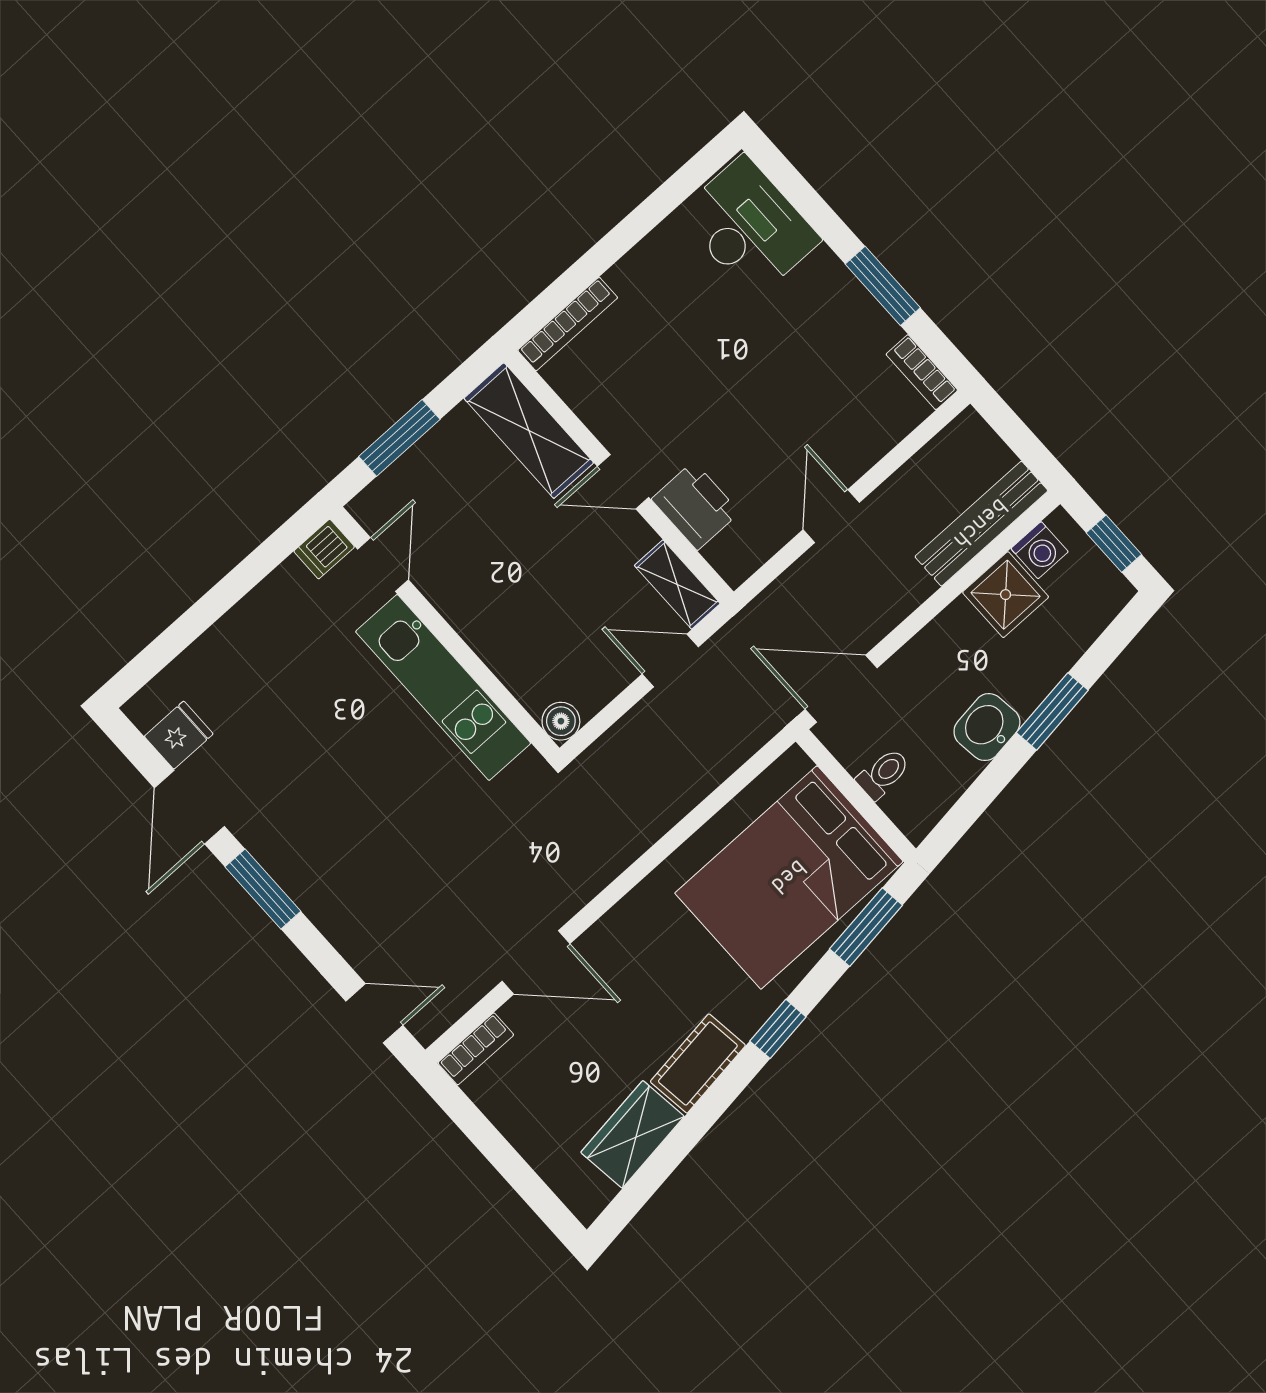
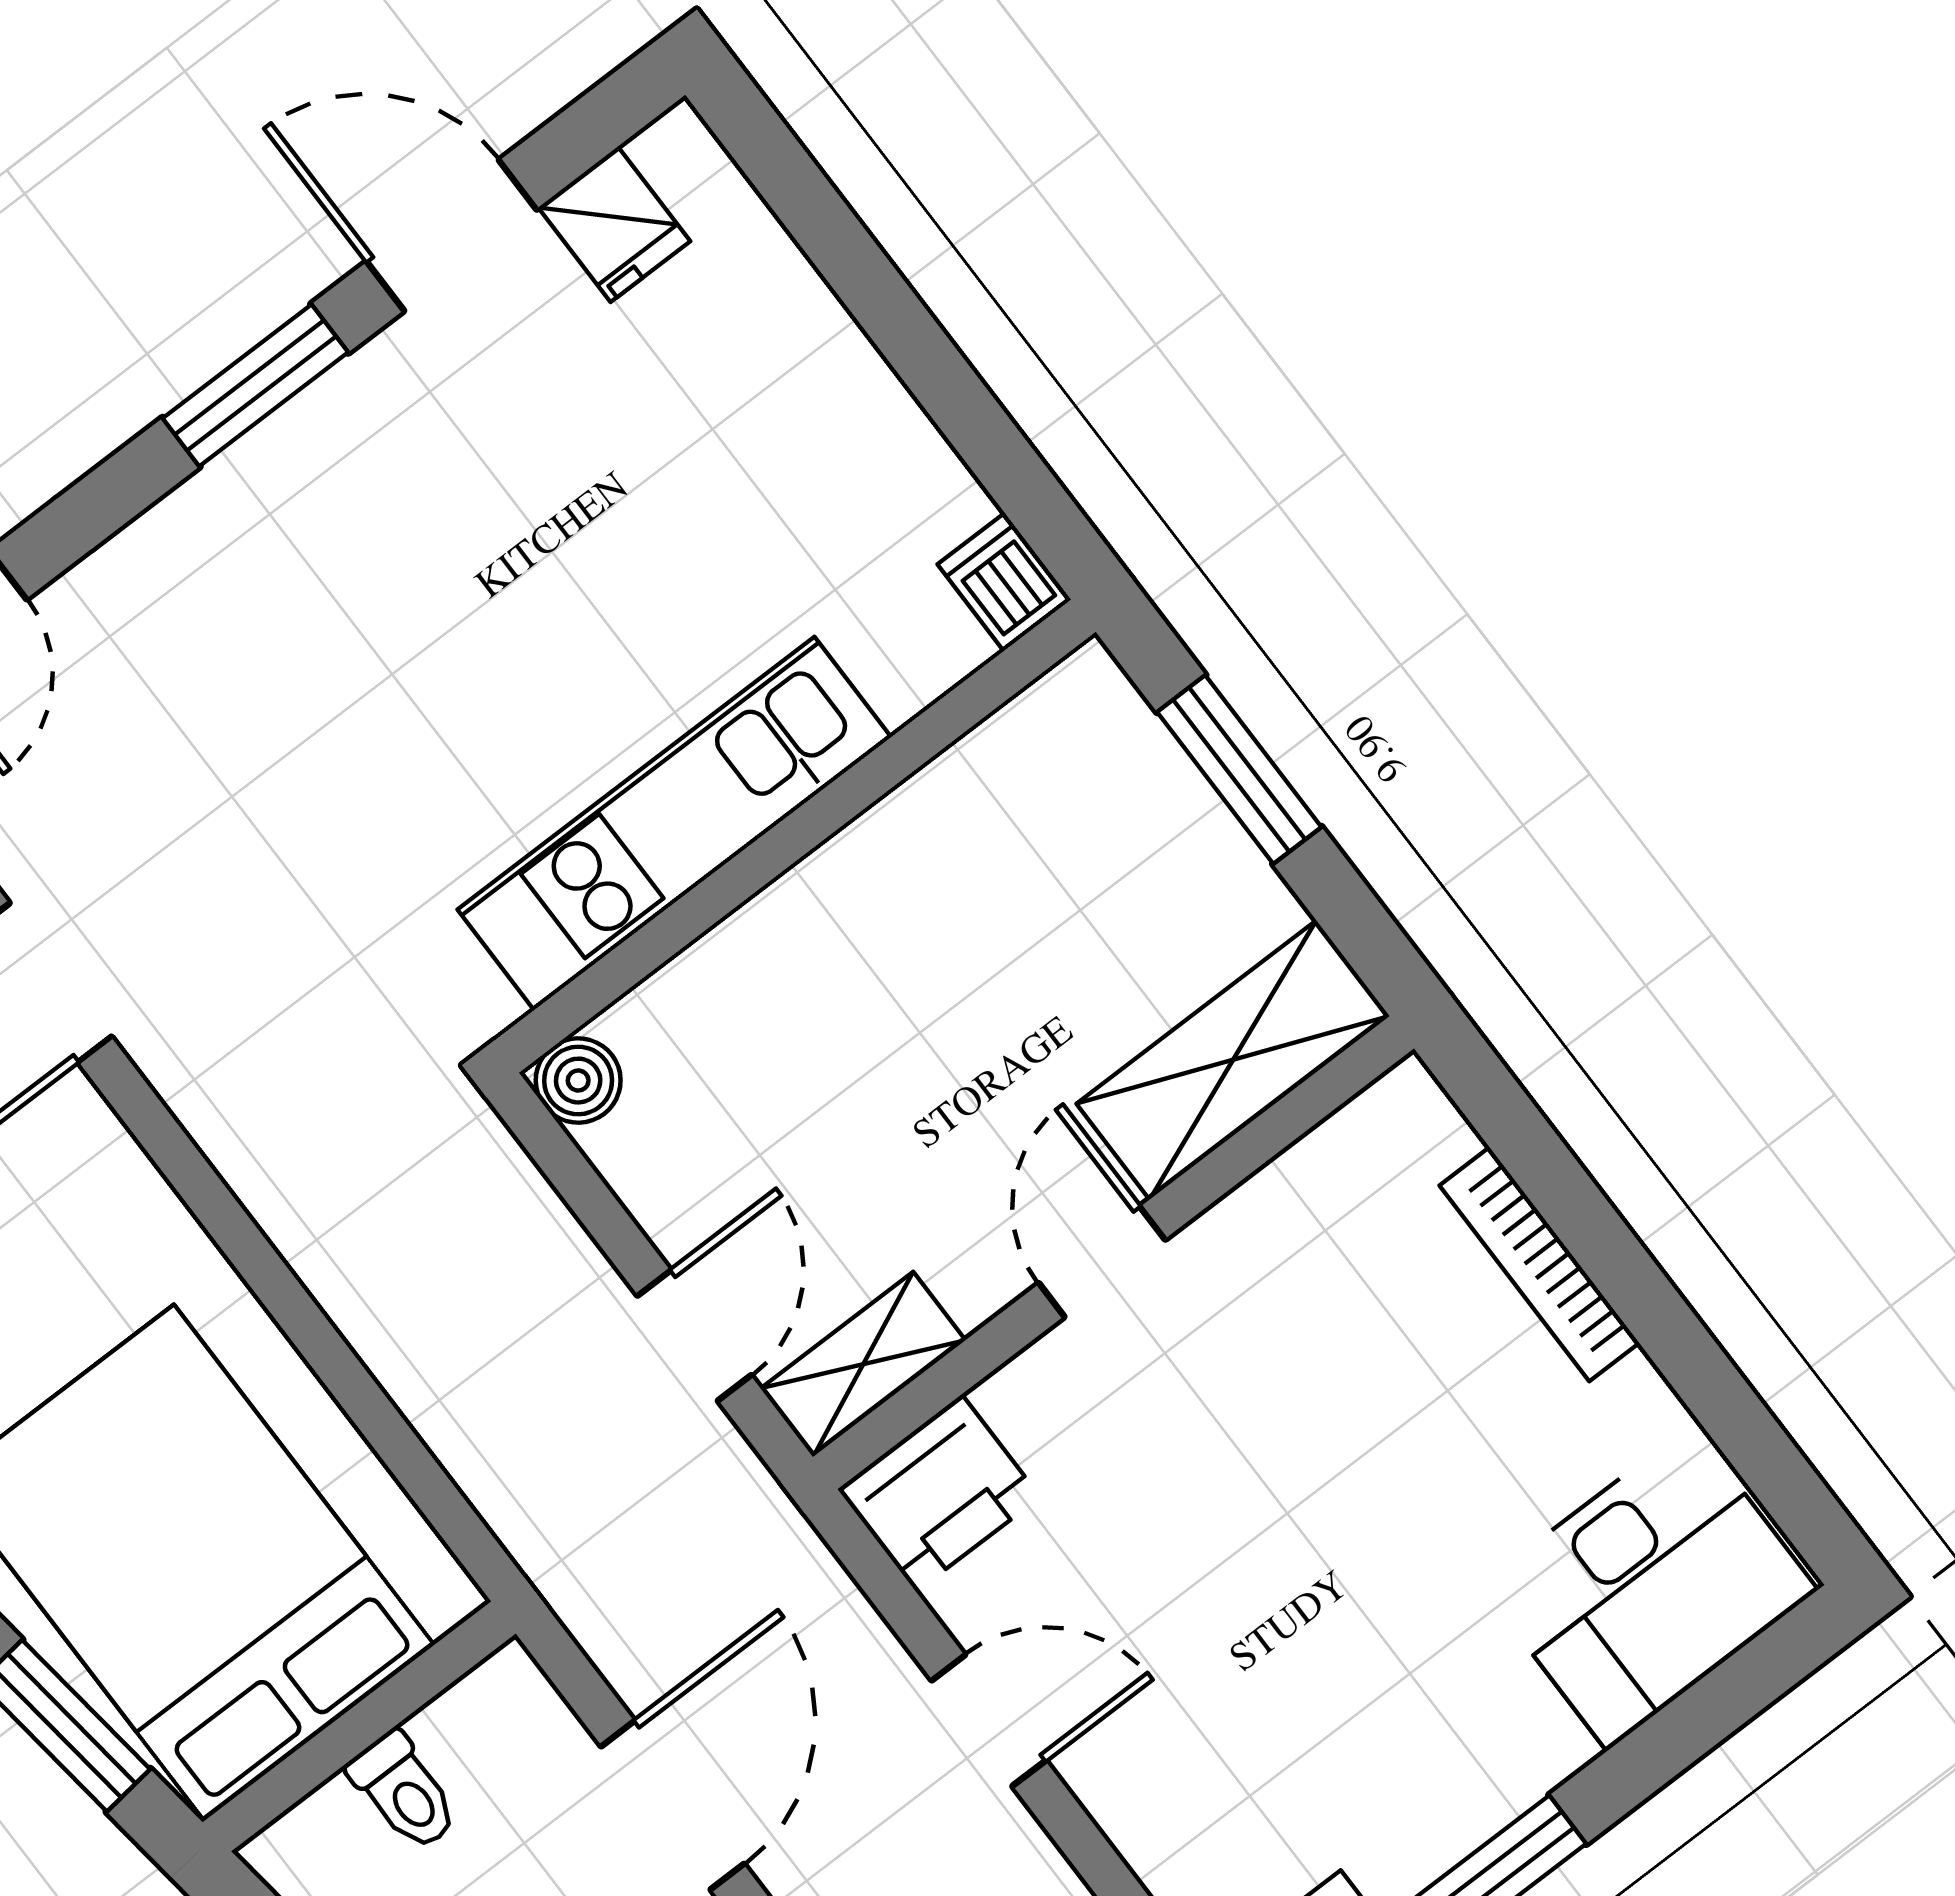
bookcase: (568, 324) -> (1540, 1264), moved
printer: (696, 506) -> (939, 1493), moved
door: (383, 565) -> (959, 710), removed
door: (841, 689) -> (673, 1805), moved

